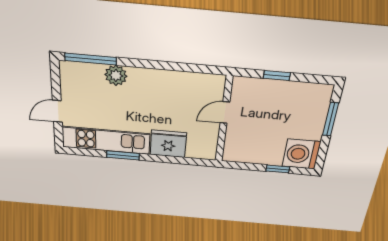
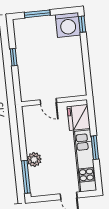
door: (225, 113) -> (48, 101), moved
wall: (224, 120) -> (54, 101), moved
window: (278, 169) -> (82, 24), moved

